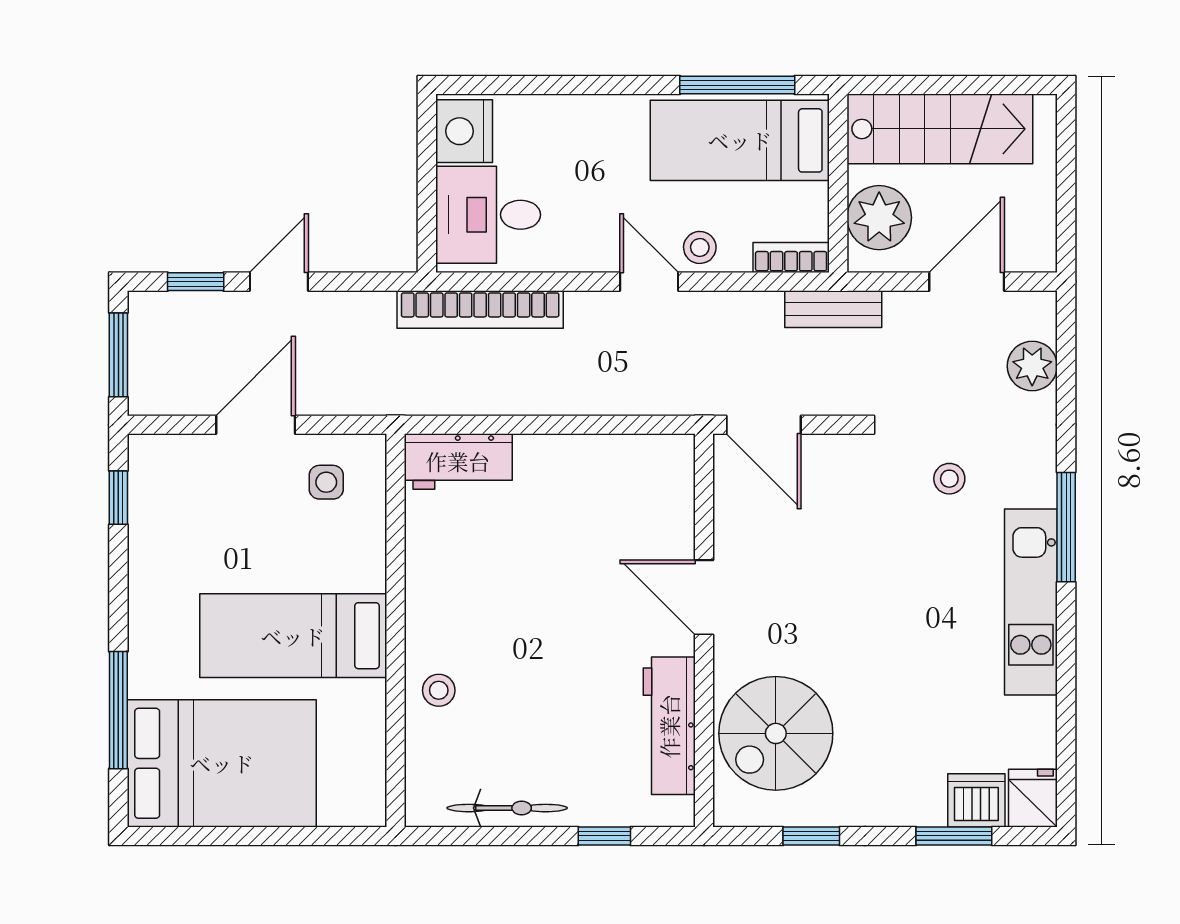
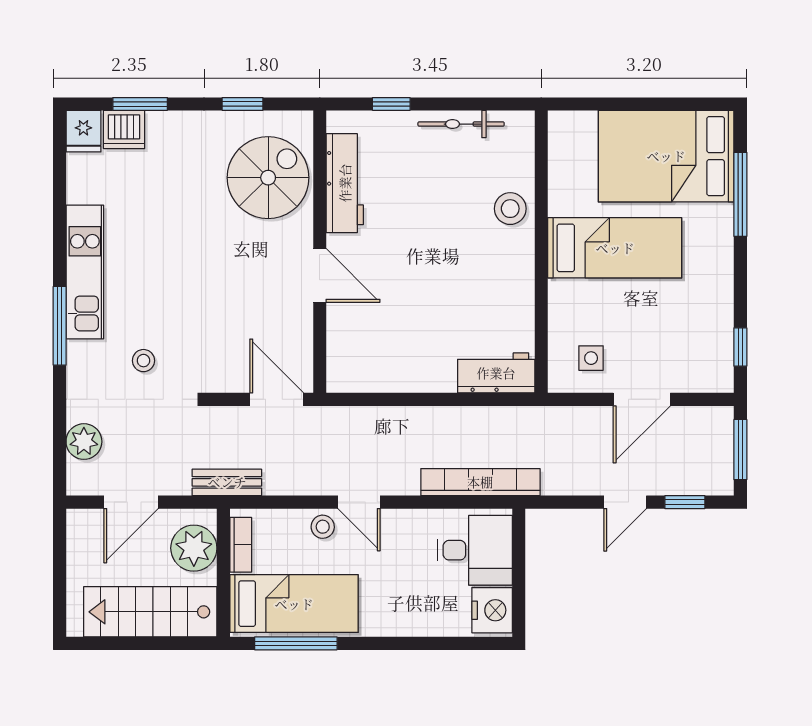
bookcase: (791, 258) -> (241, 545), moved, turned -90
stool: (439, 690) -> (510, 209), width x1.37, depth x1.37

